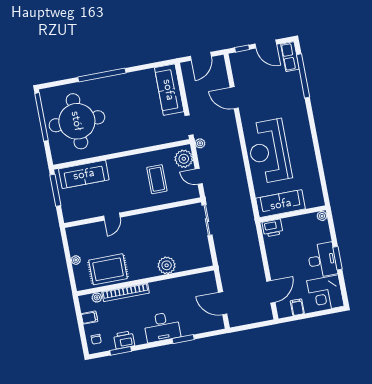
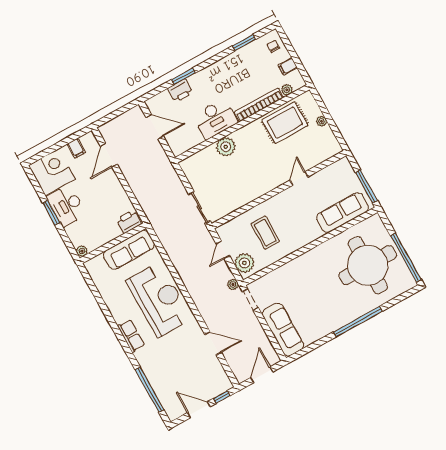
row of seats: (290, 57) -> (131, 336), moved
door: (199, 176) -> (223, 250), swing flipped
desk: (162, 327) -> (215, 119), moved, turned 180
printer: (124, 340) -> (180, 91), moved

